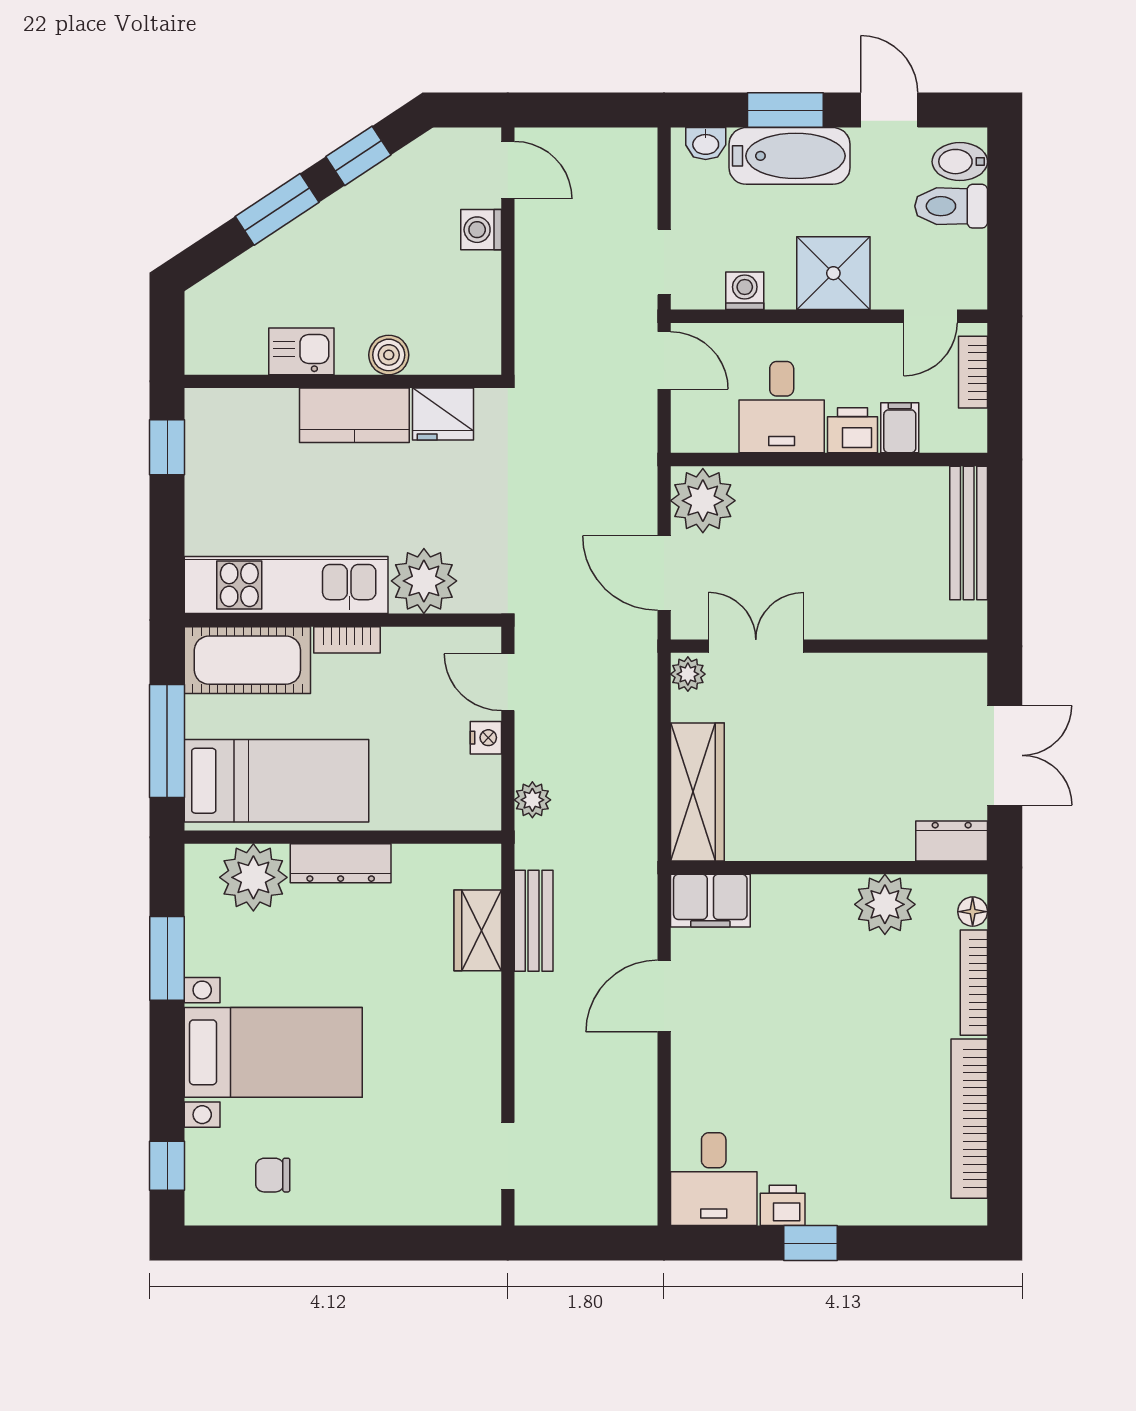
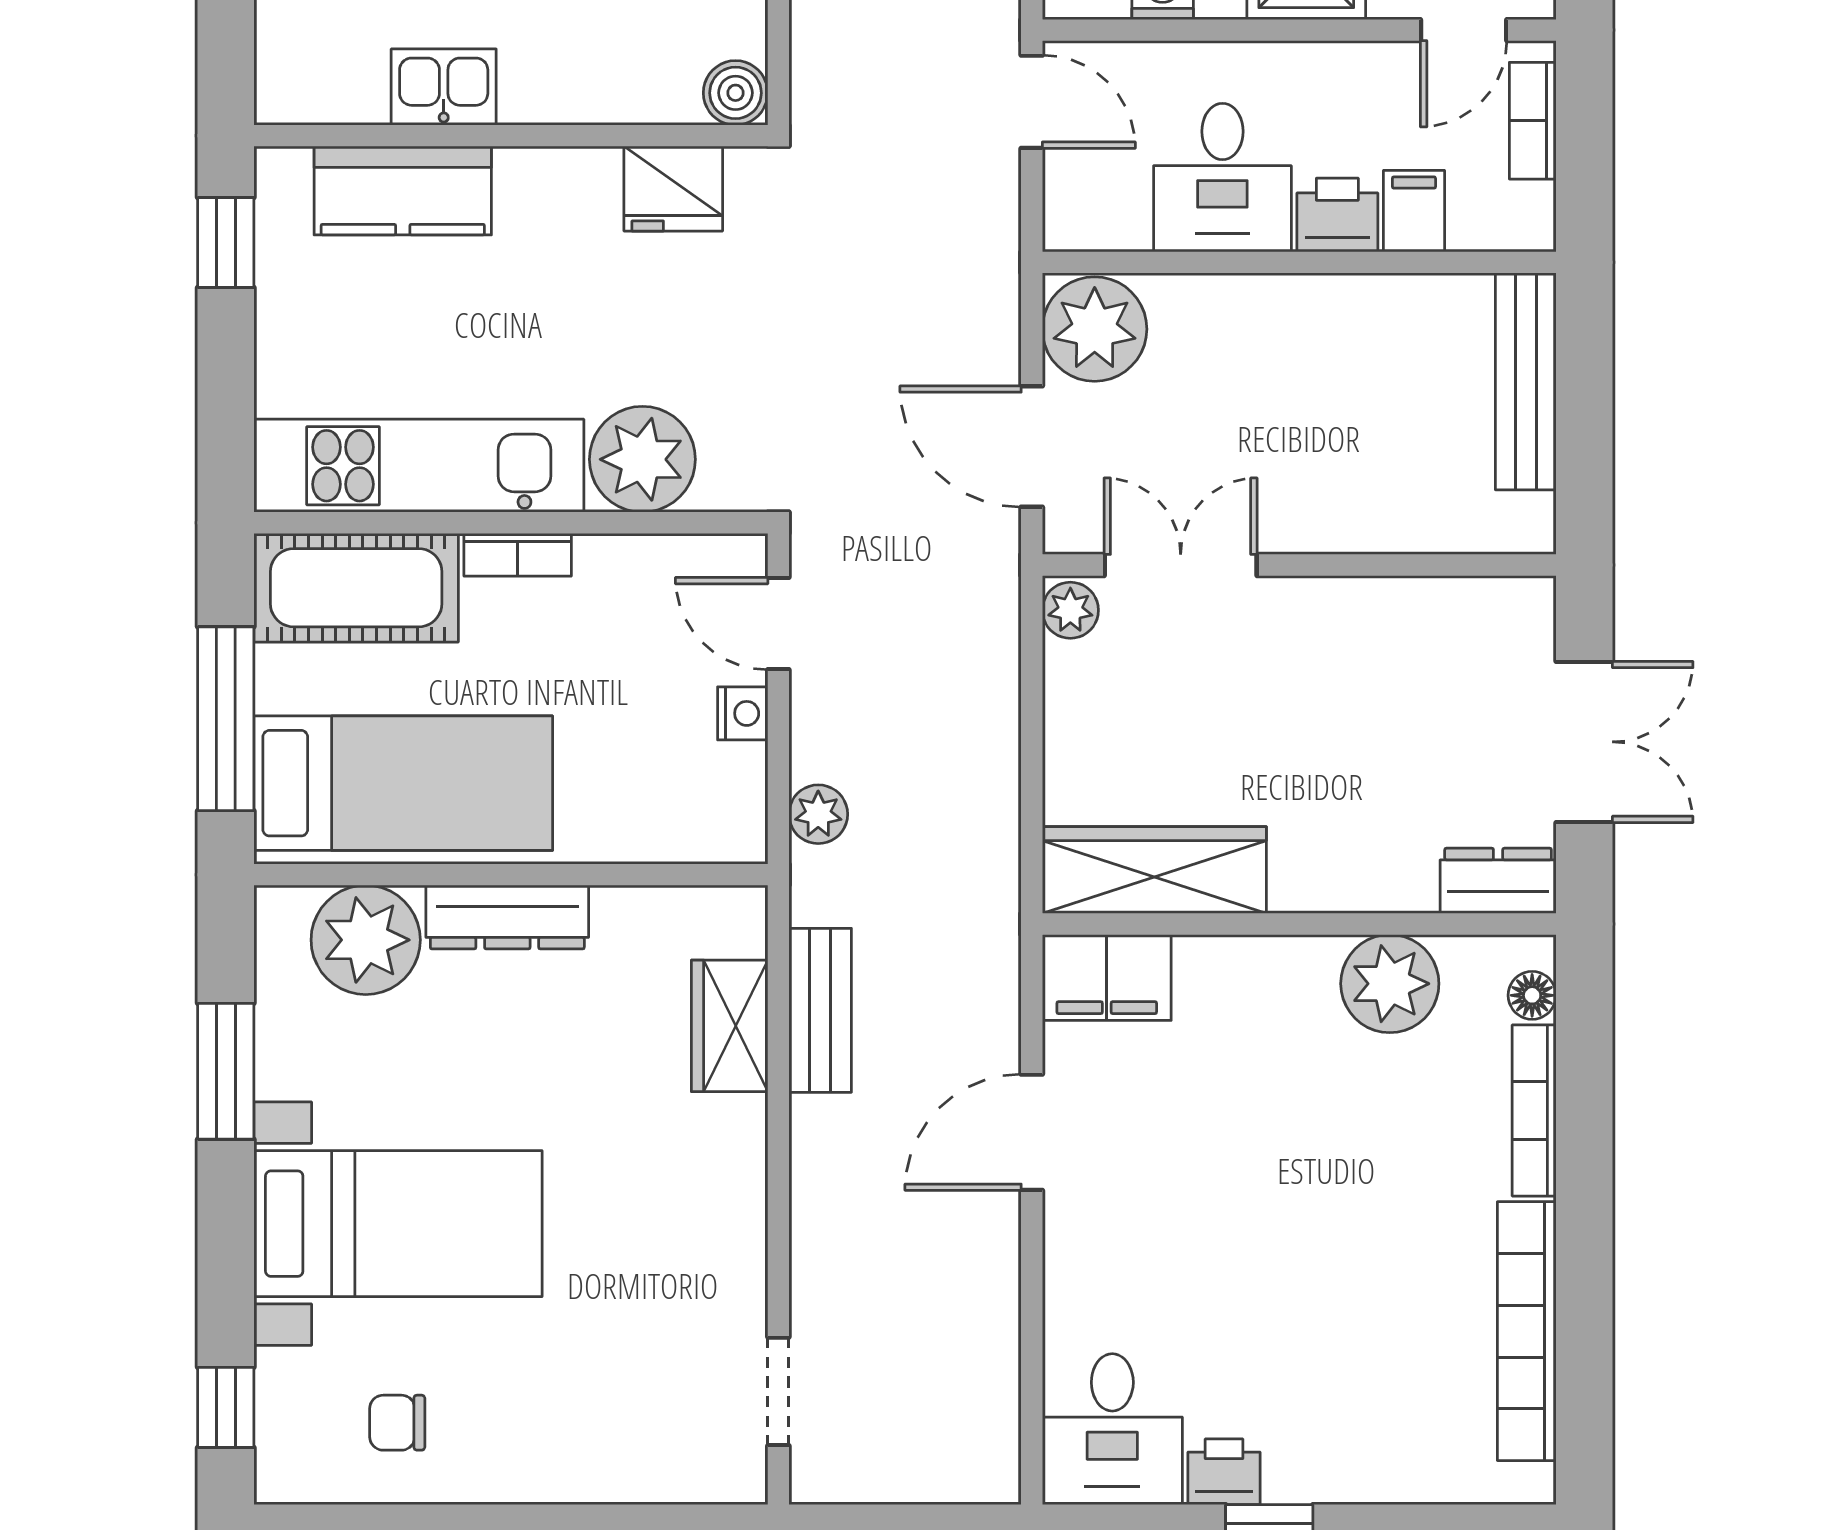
boiler: (389, 355) -> (736, 93), moved
kitchen counter: (354, 415) -> (403, 191), moved
wardrobe: (697, 792) -> (1154, 870), moved, turned -90

